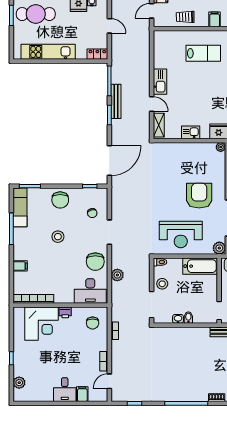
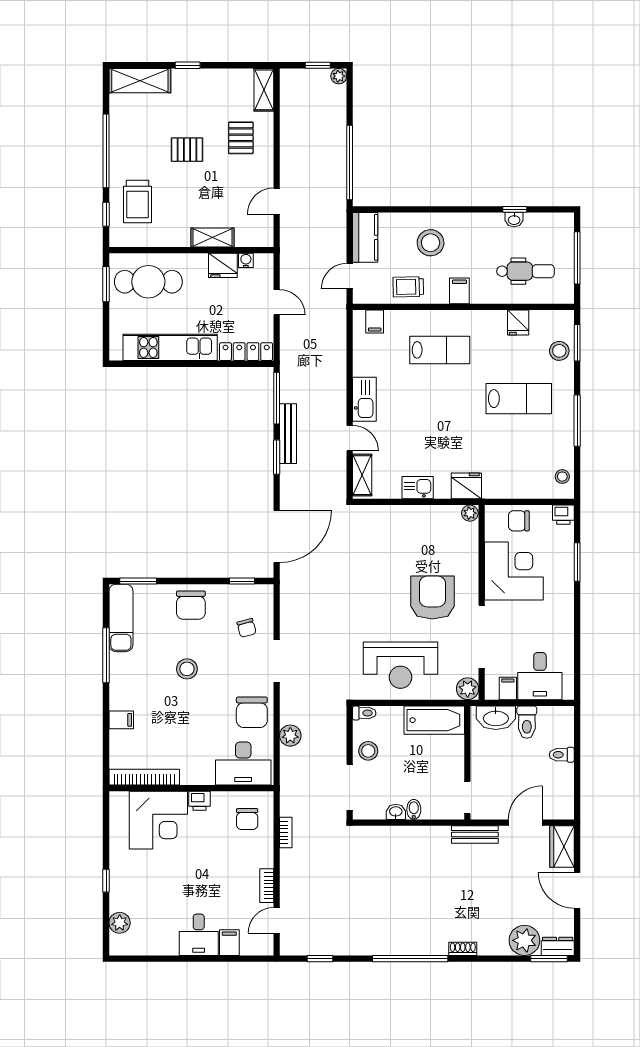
filing cabinet: (166, 37) -> (375, 321), added
locker: (97, 54) -> (246, 352), width x1.53

